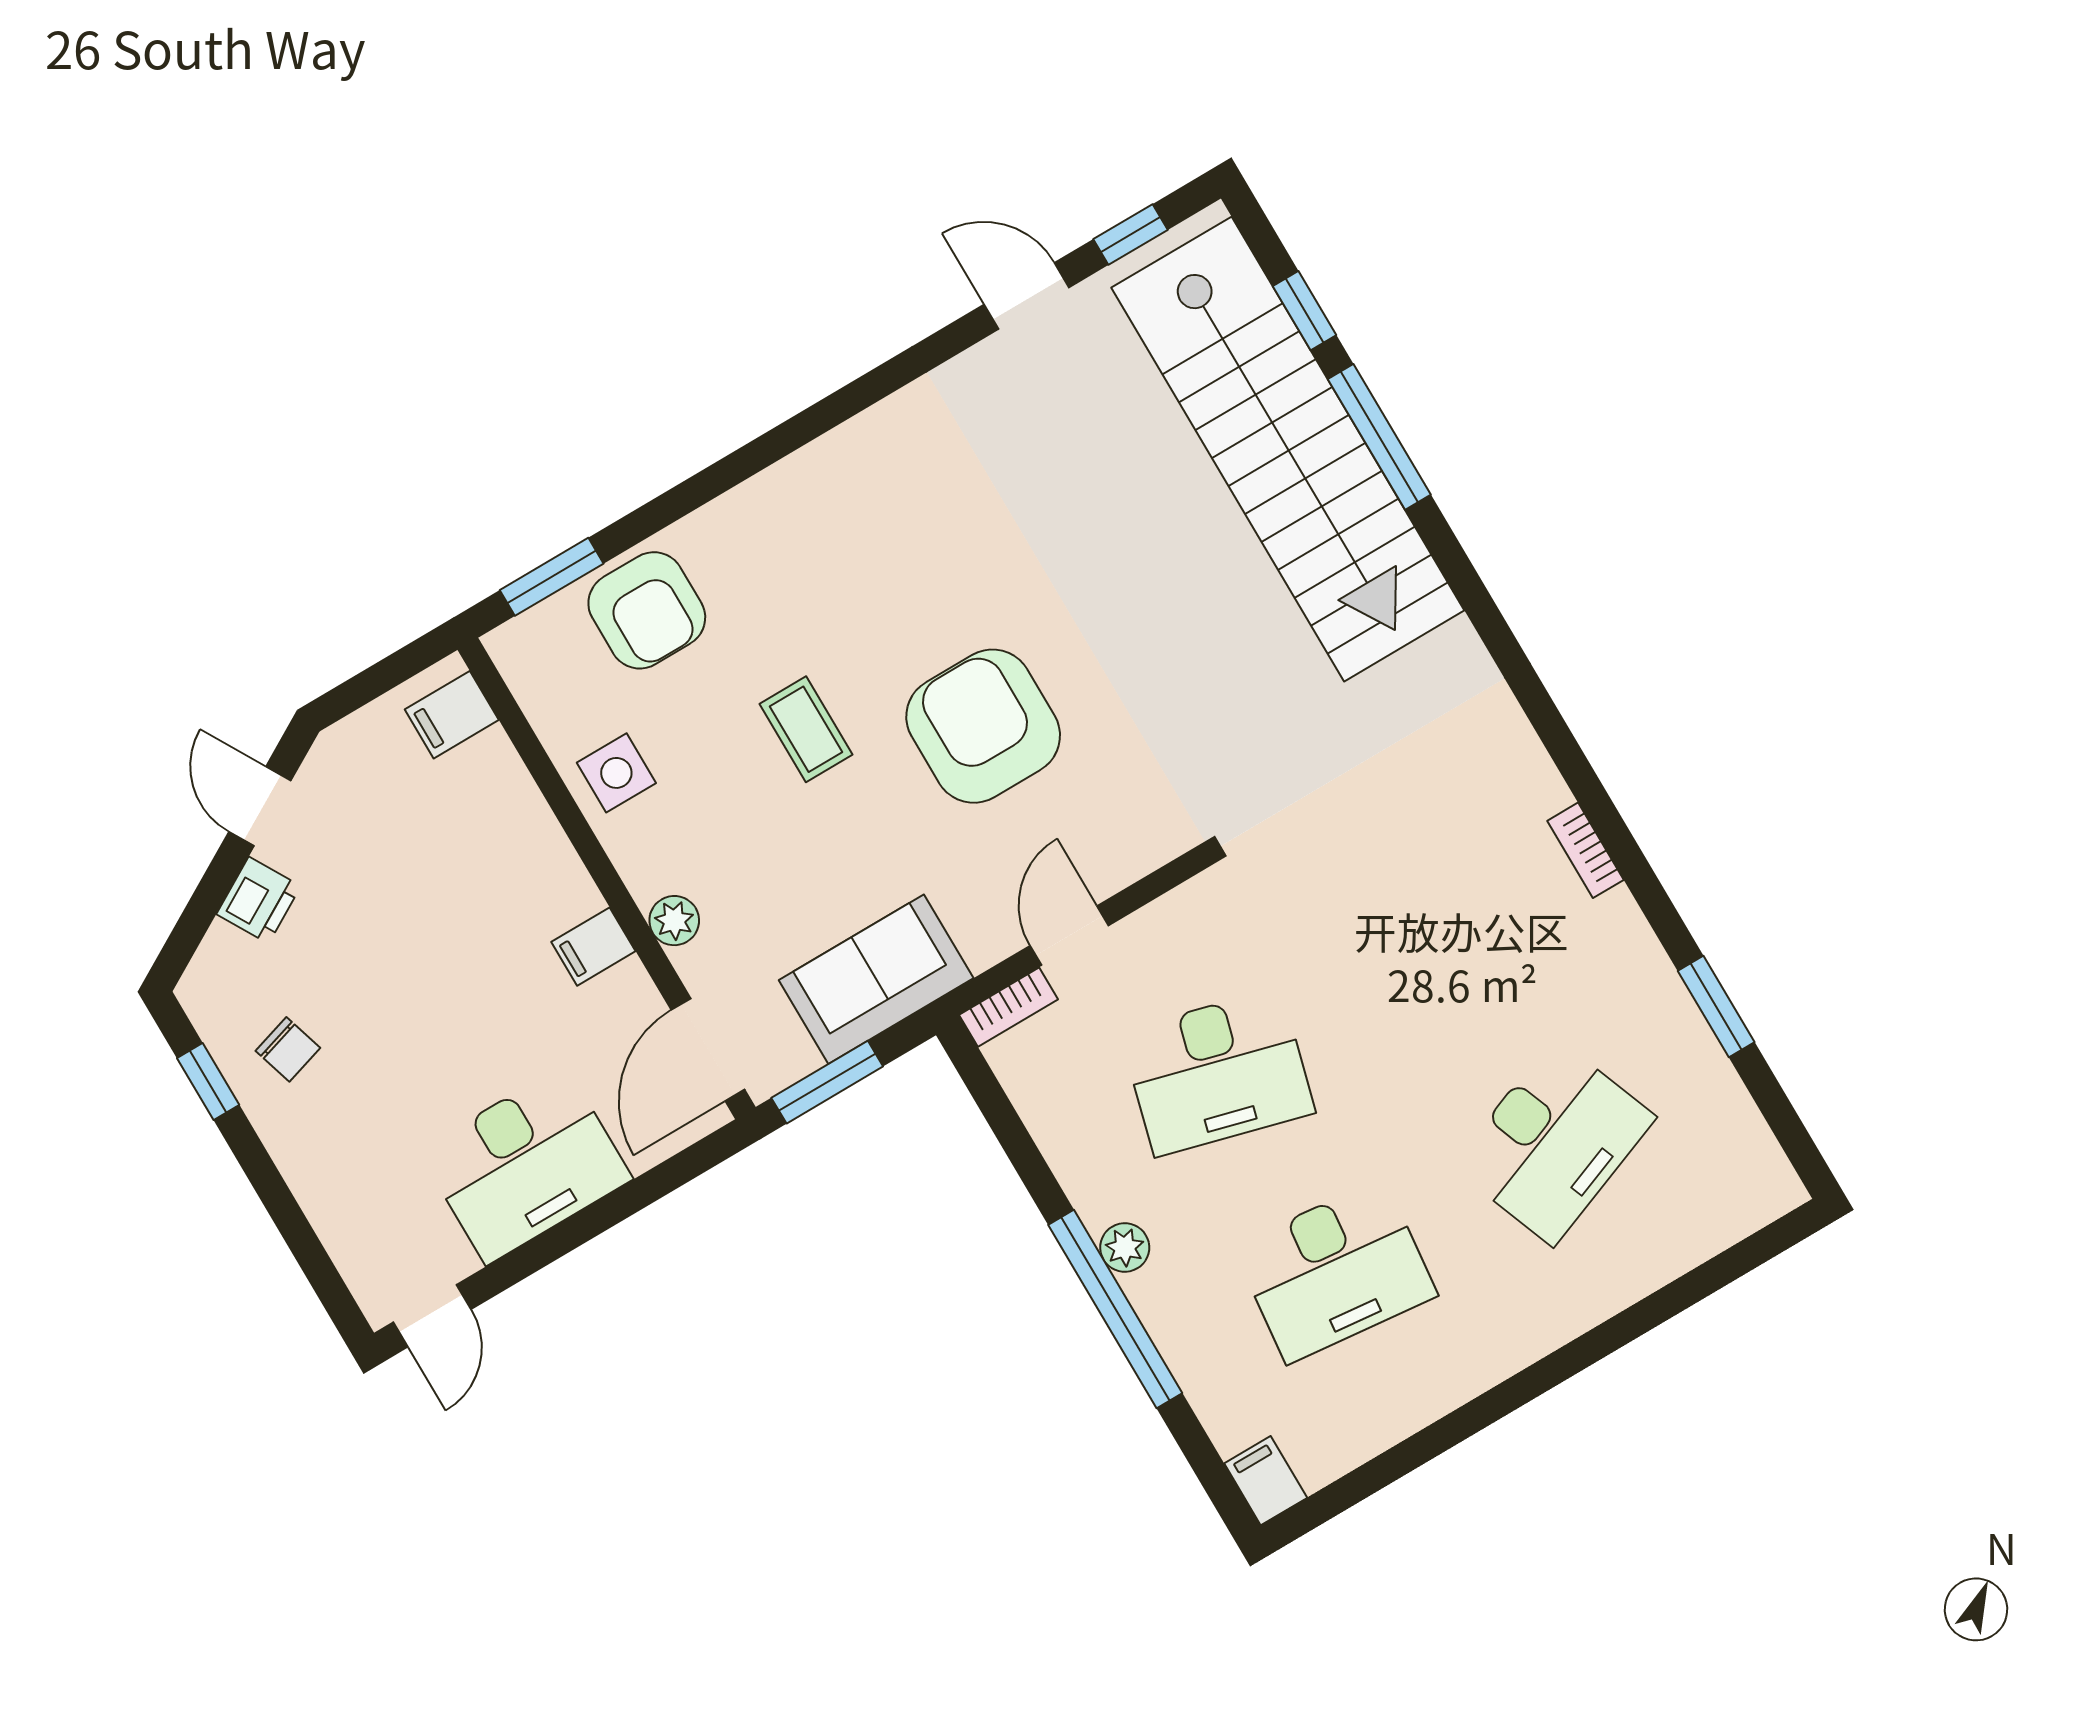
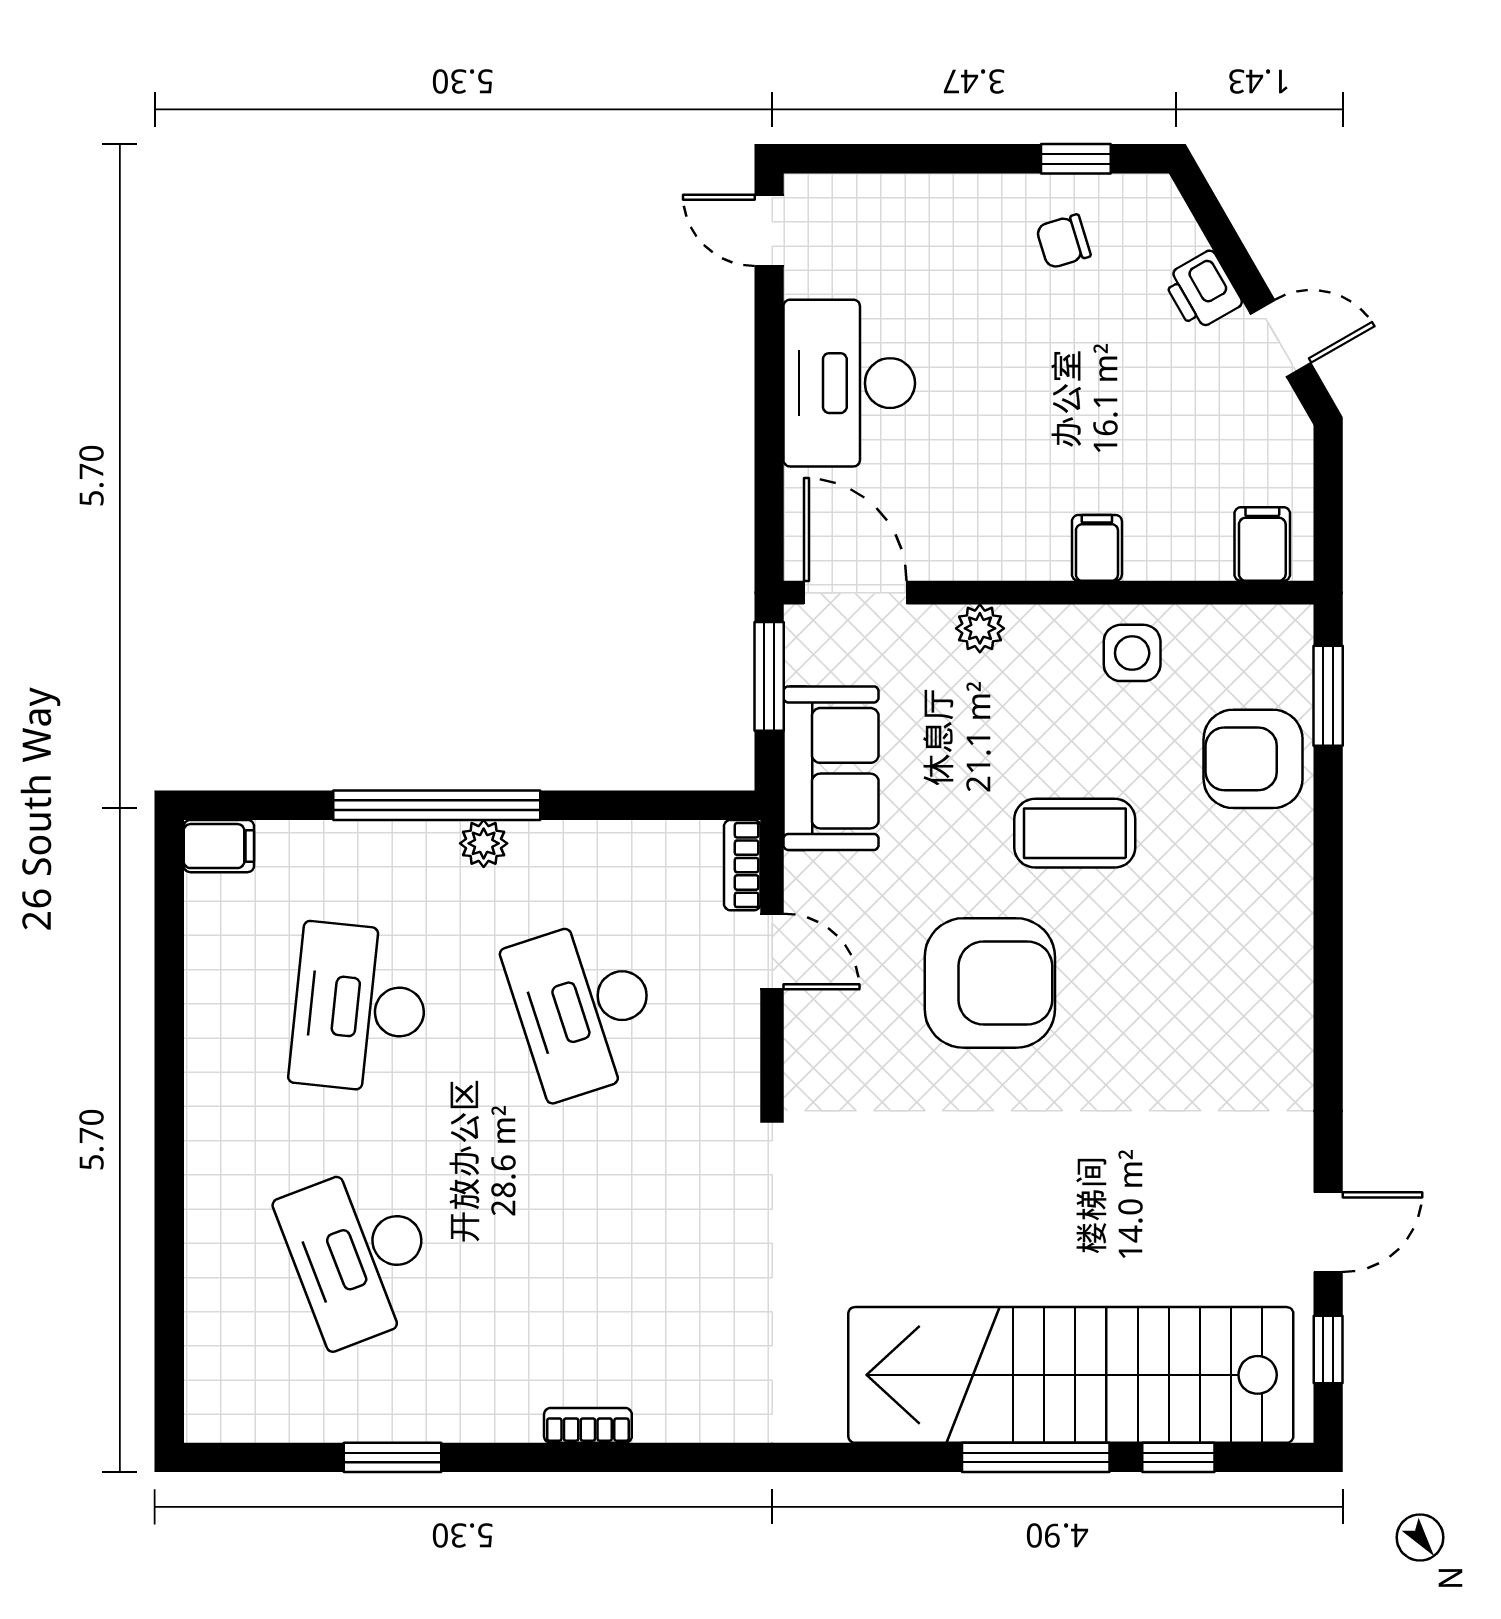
coffee table: (806, 729) -> (1075, 833), width x1.36, depth x1.30
filing cabinet: (593, 947) -> (1097, 548), moved
desk: (1218, 1072) -> (584, 1008), turned -33

